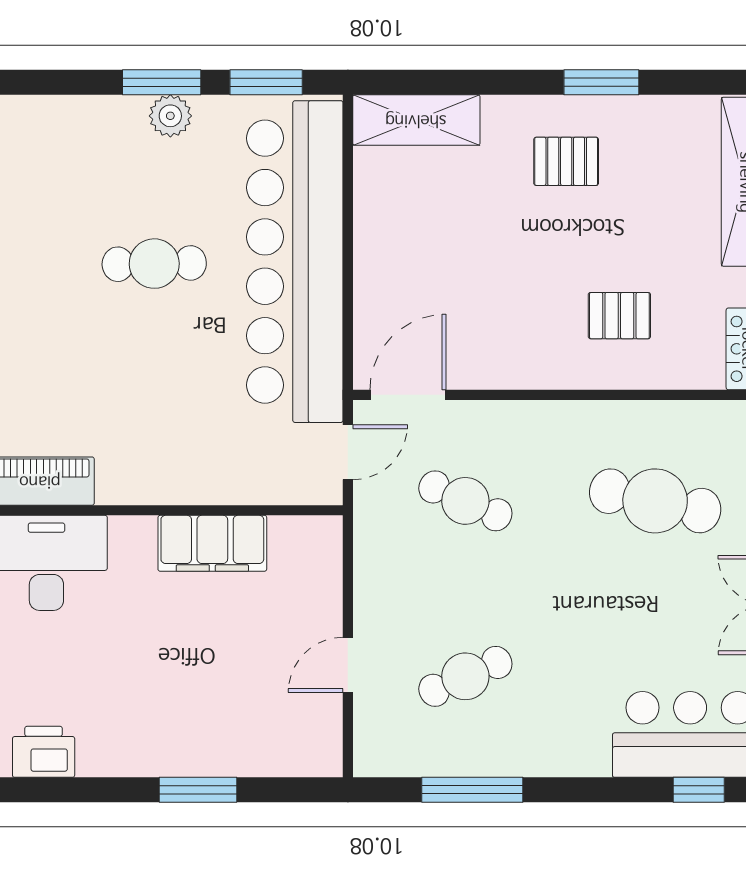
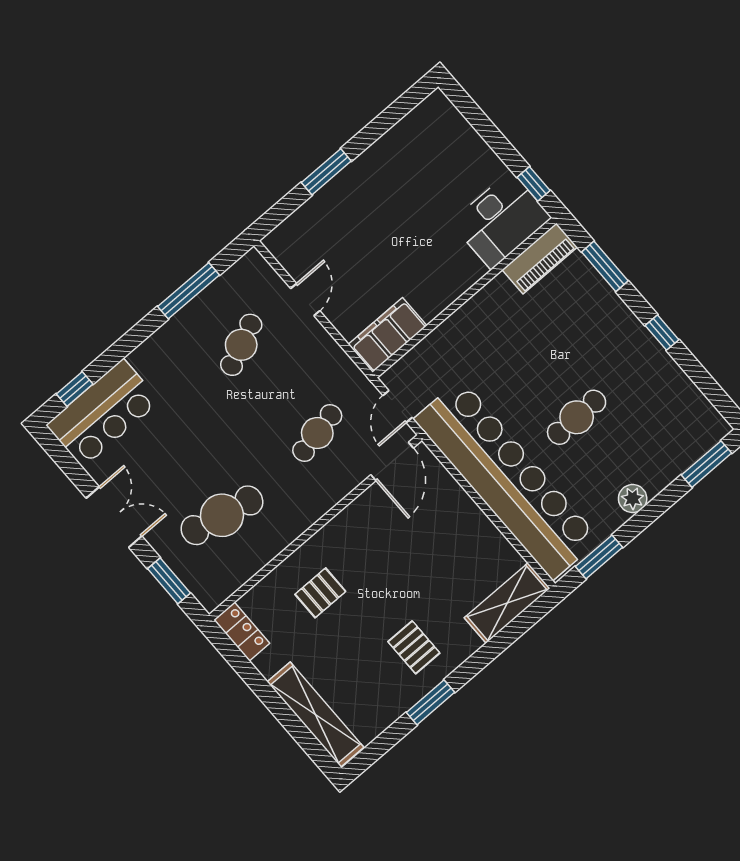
window: (162, 82) -> (707, 464), moved
pallet: (566, 161) -> (414, 647), turned 90
cafe table: (465, 501) -> (317, 433), turned -36
filing cabinet: (212, 543) -> (388, 335), moved
printer: (44, 752) -> (420, 124), removed

